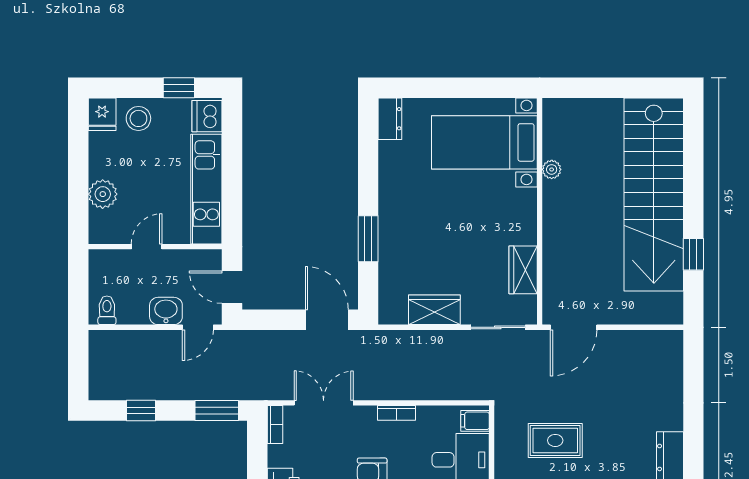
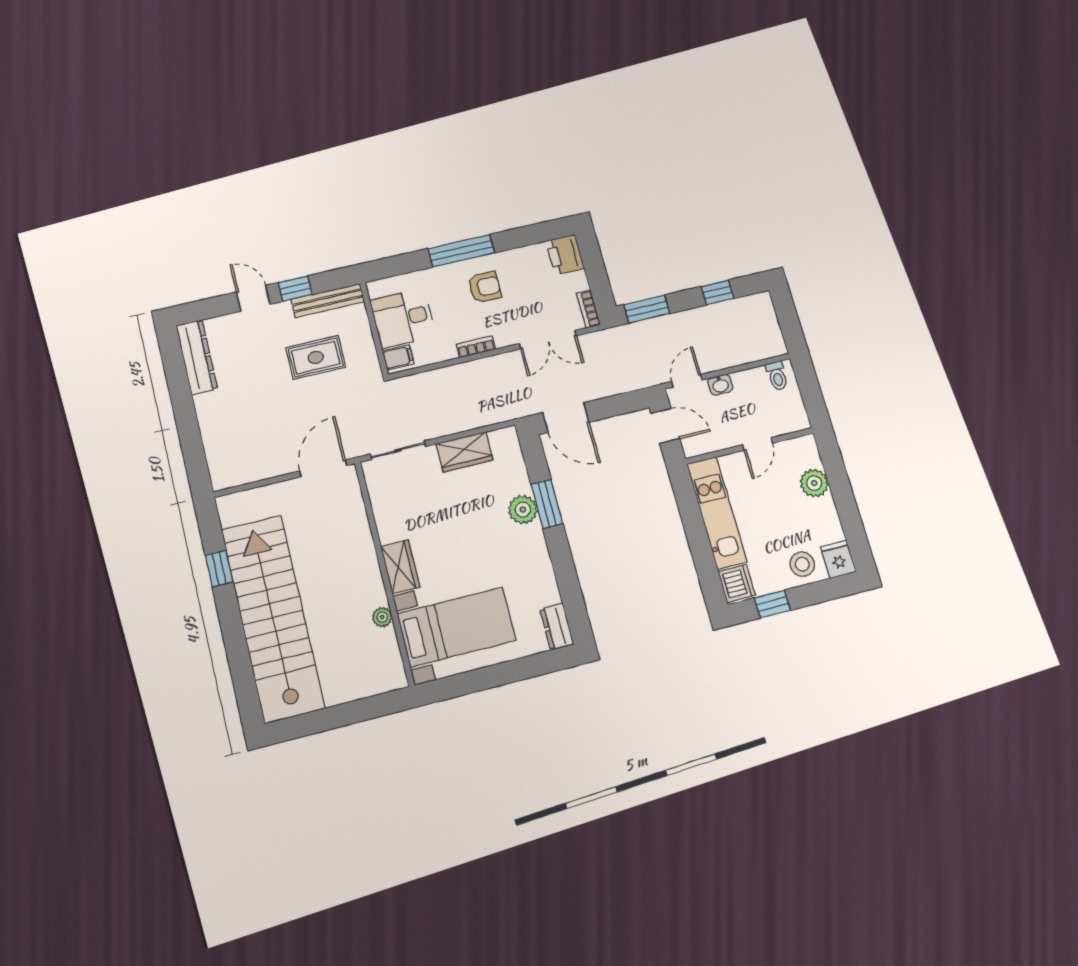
plant: (393, 239) -> (523, 510), added
wardrobe: (523, 270) -> (400, 567), moved
washbasin: (166, 311) -> (720, 385), width x0.72, depth x0.69

